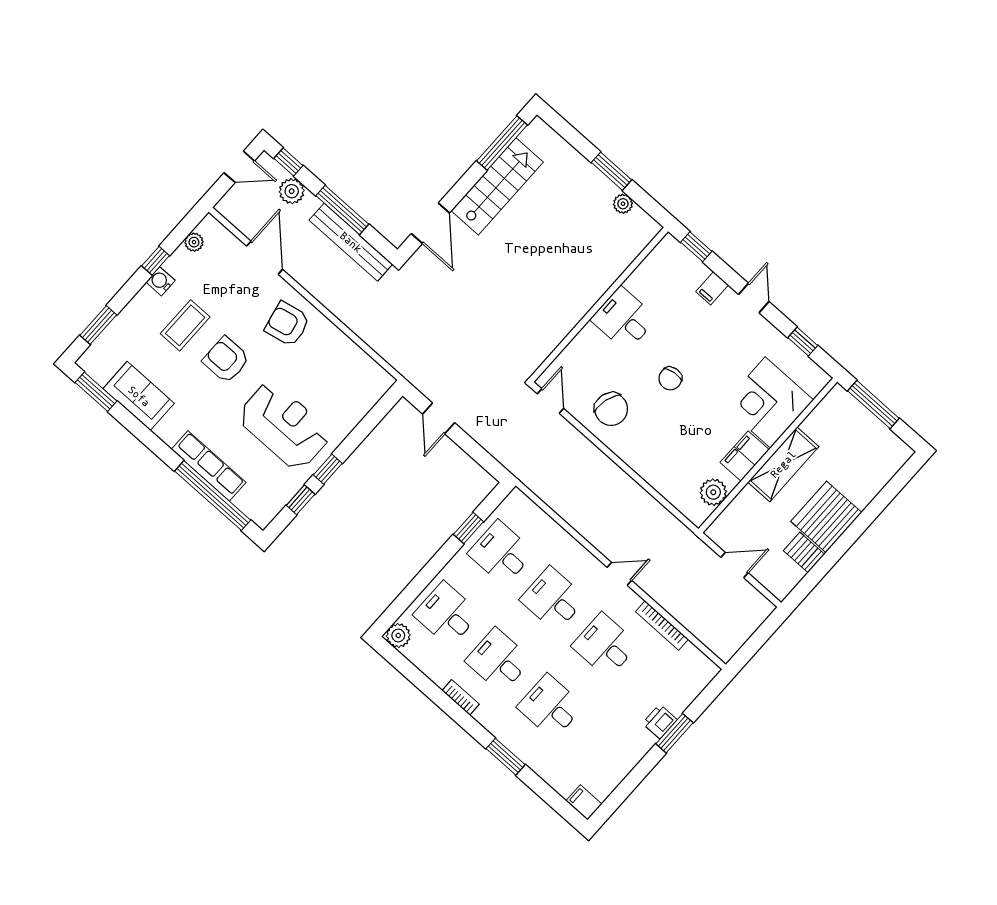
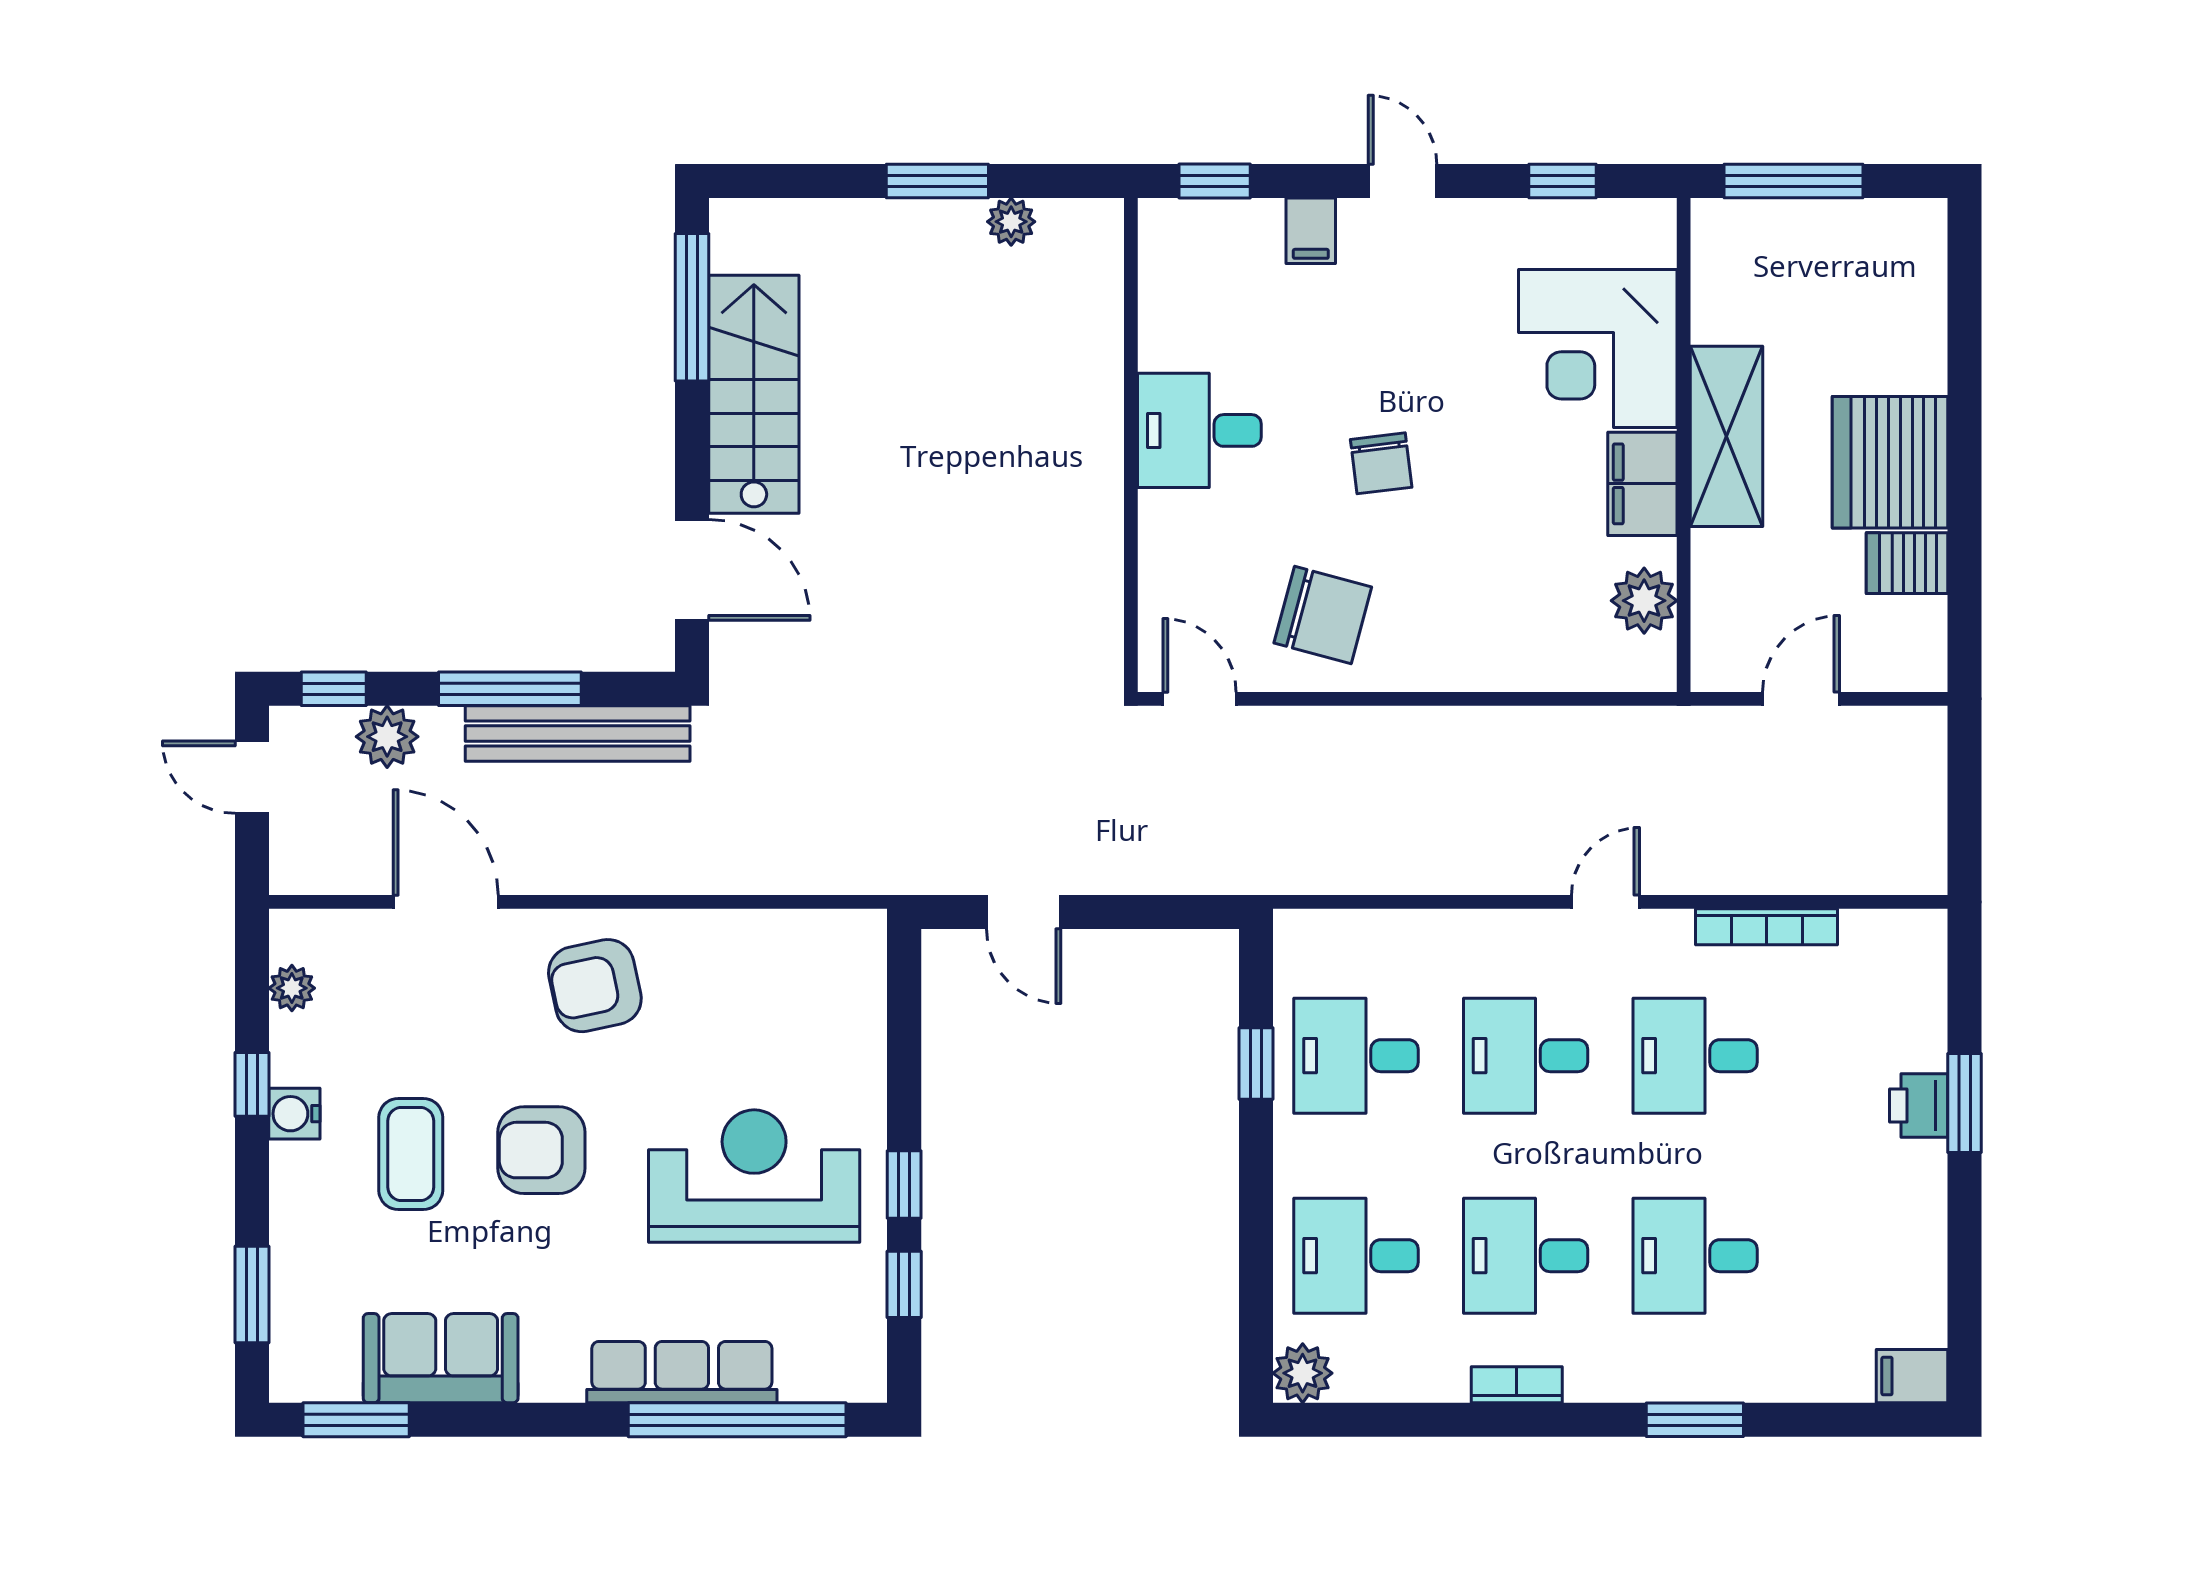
door: (239, 167) -> (252, 777), swing flipped

